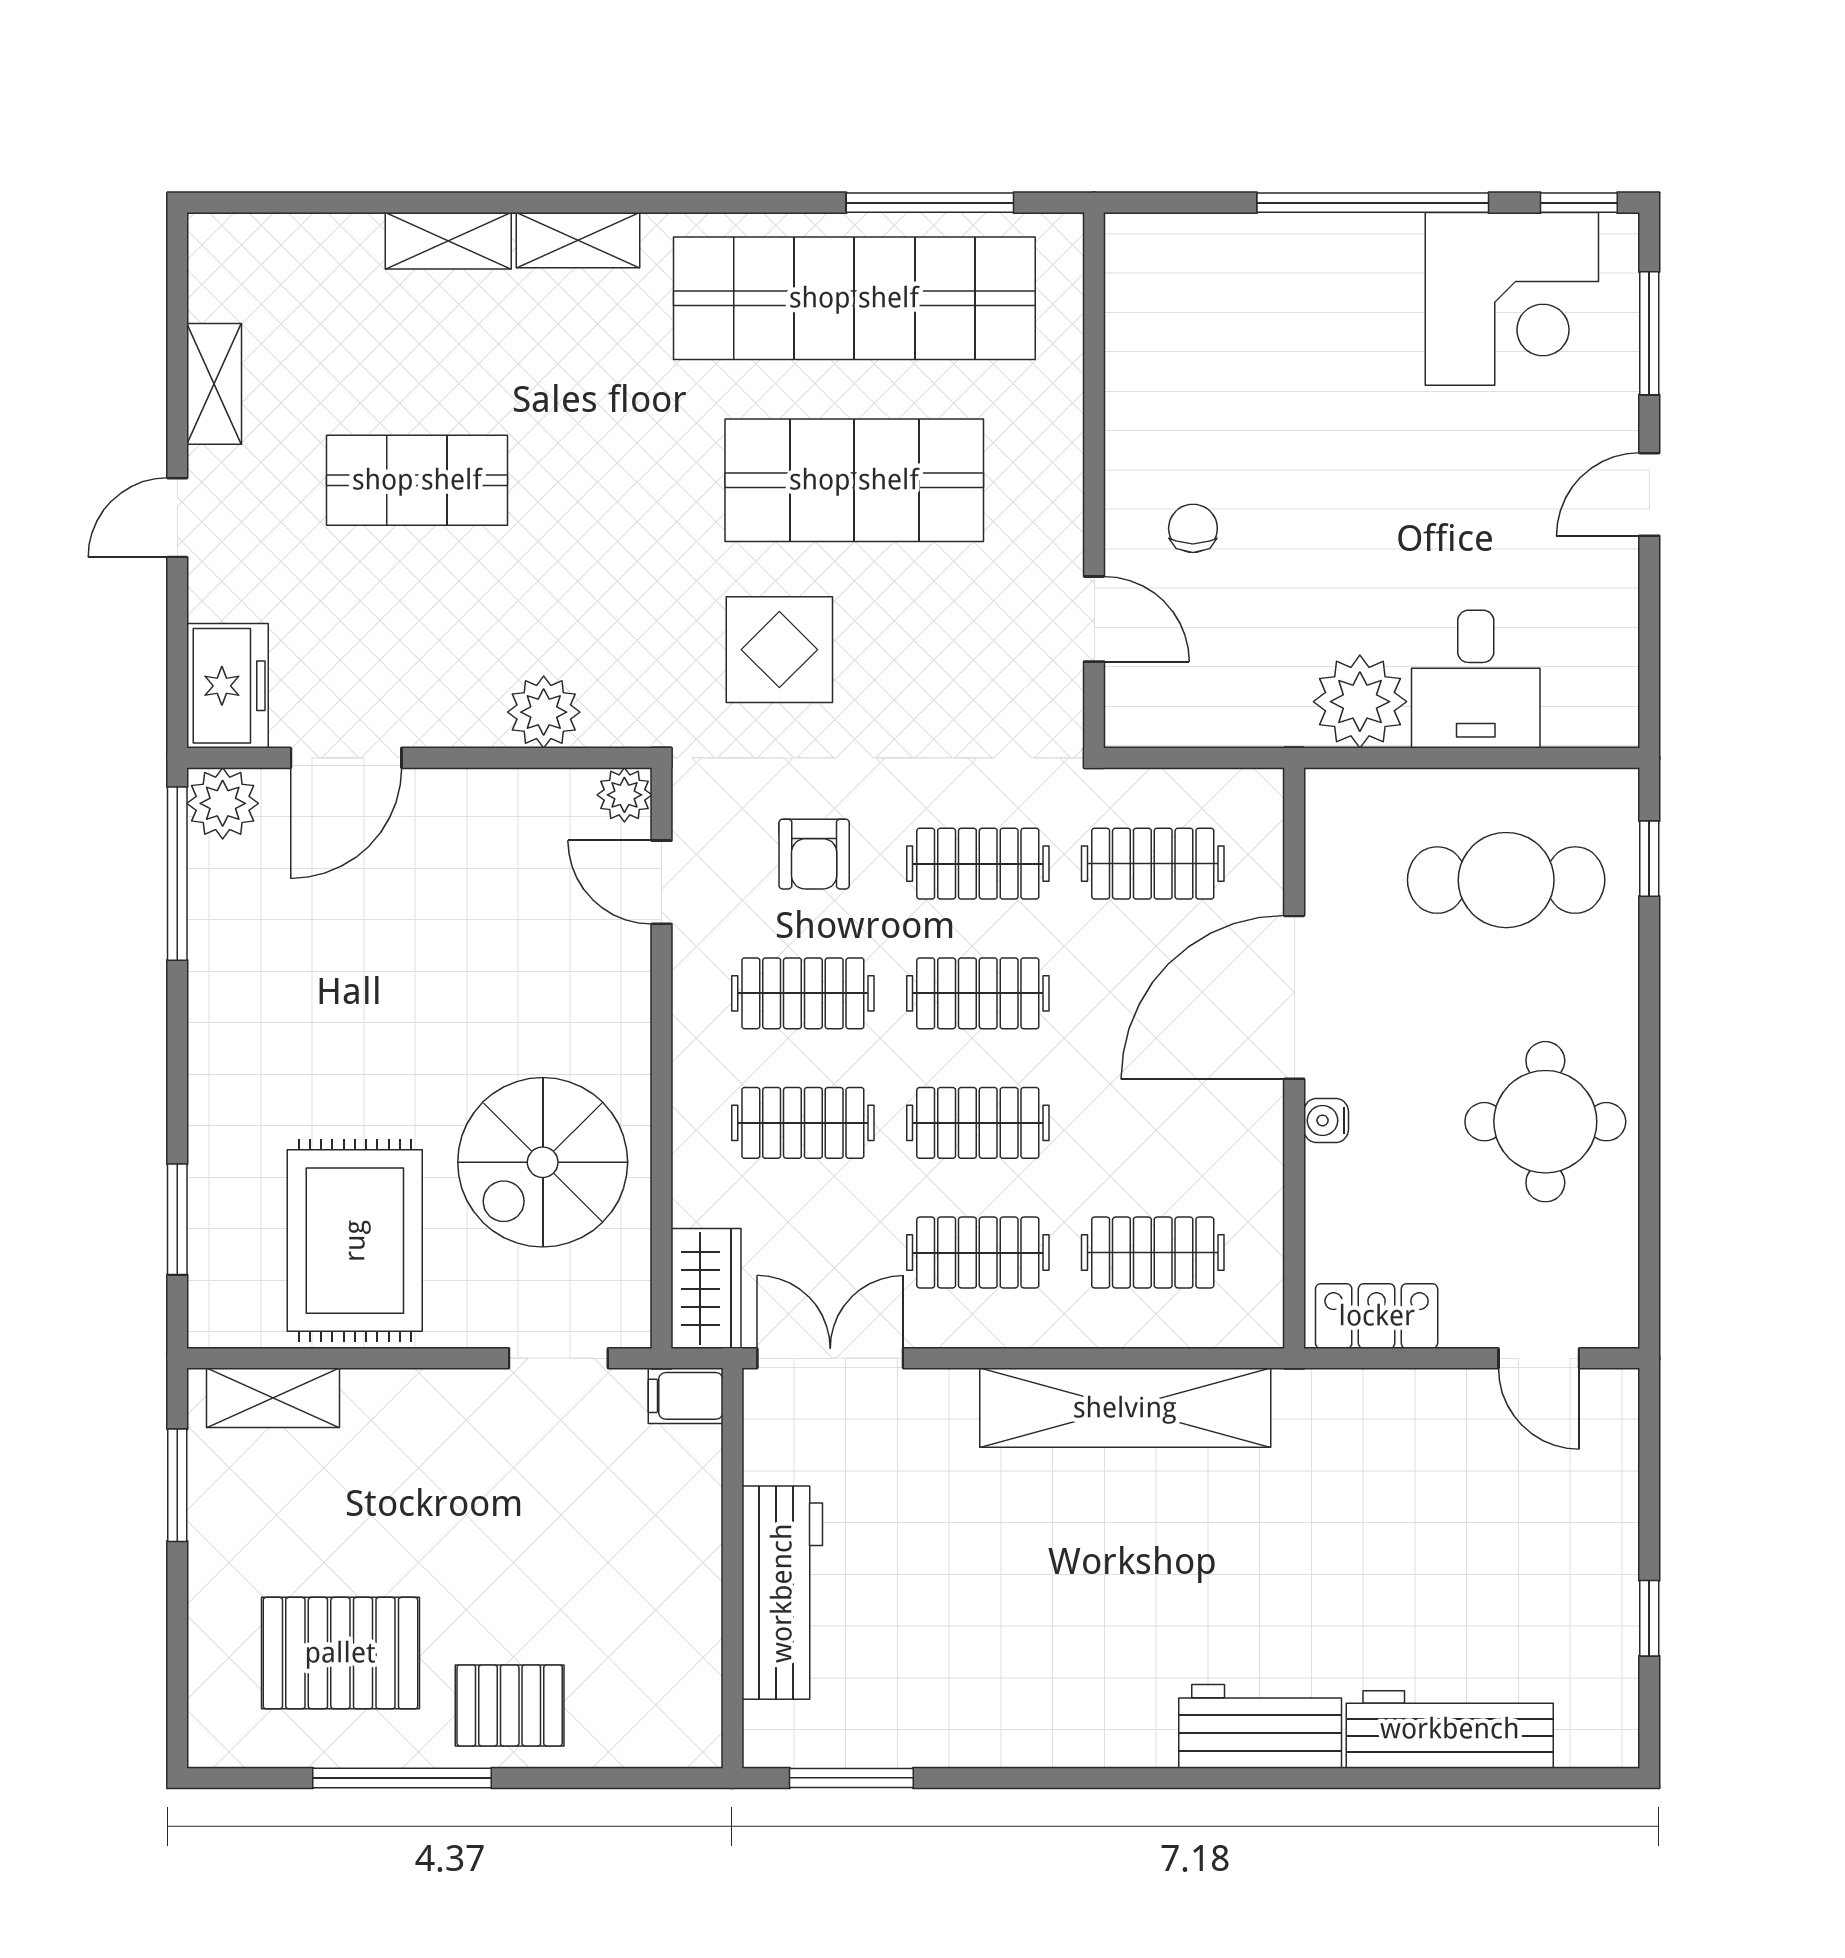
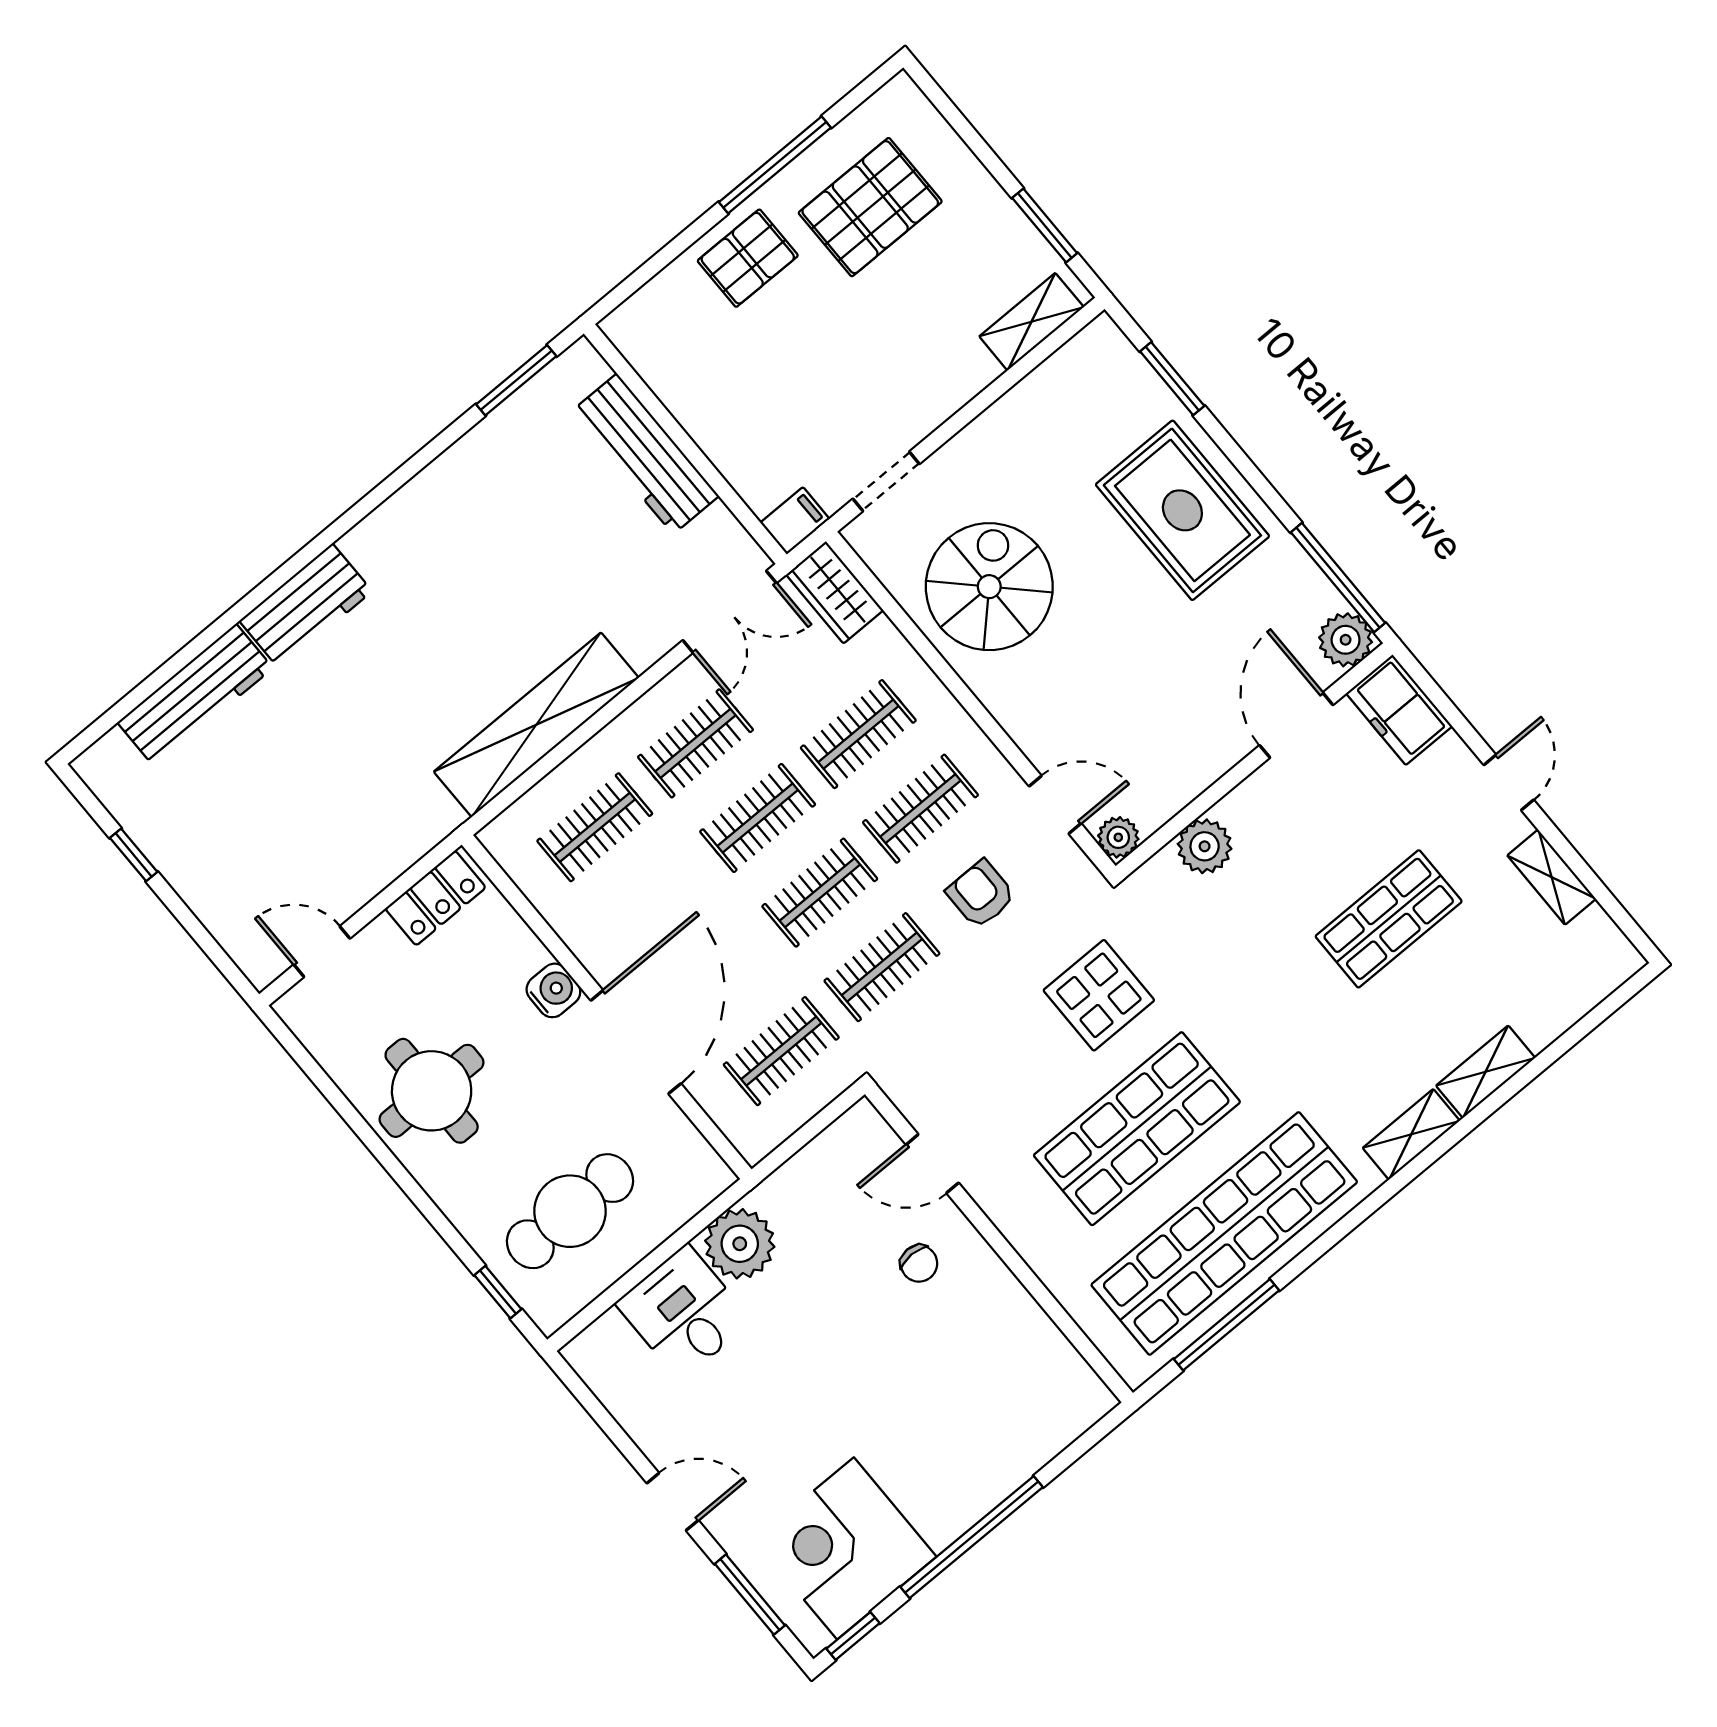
door: (1649, 494) -> (673, 1502), hinge flipped
water cooler: (1326, 1120) -> (553, 990), width x1.38, depth x1.38
rug: (355, 1241) -> (1182, 510), moved

